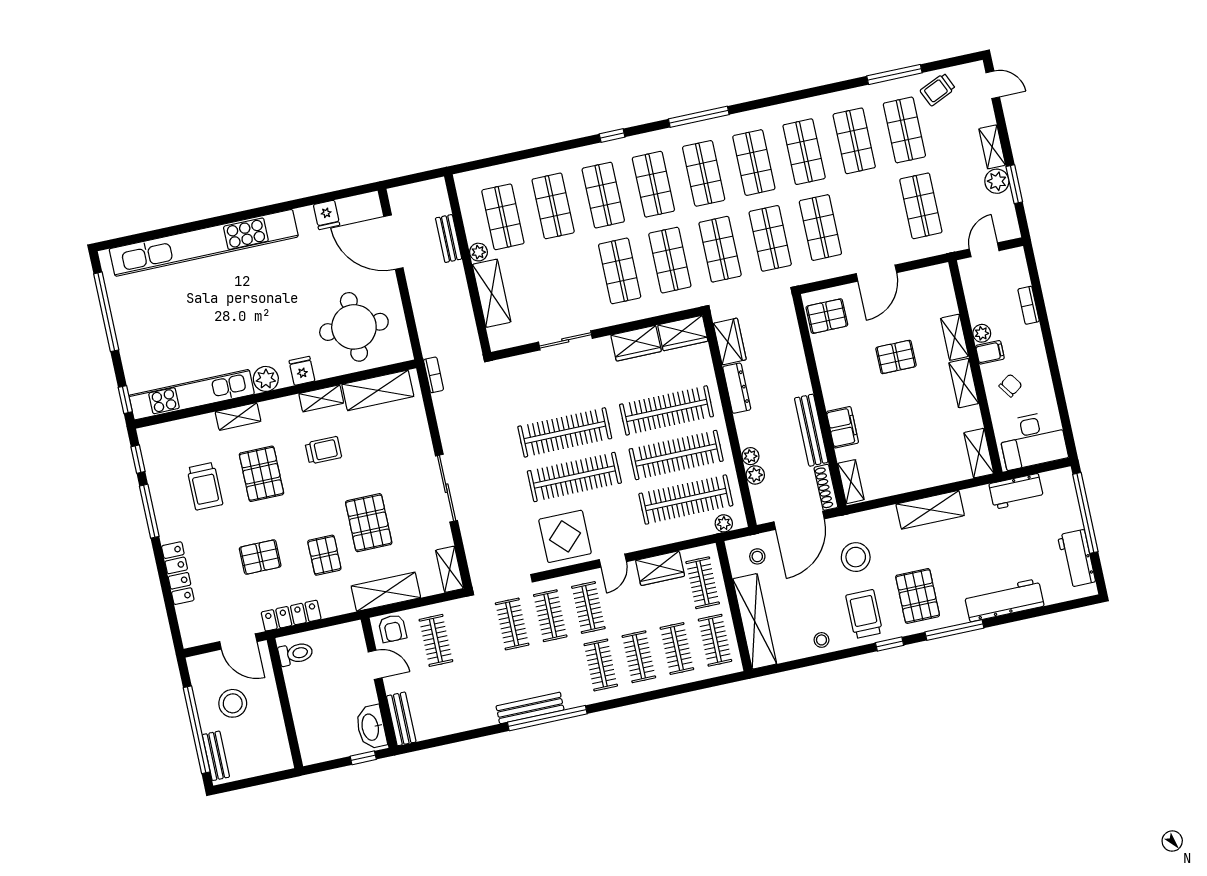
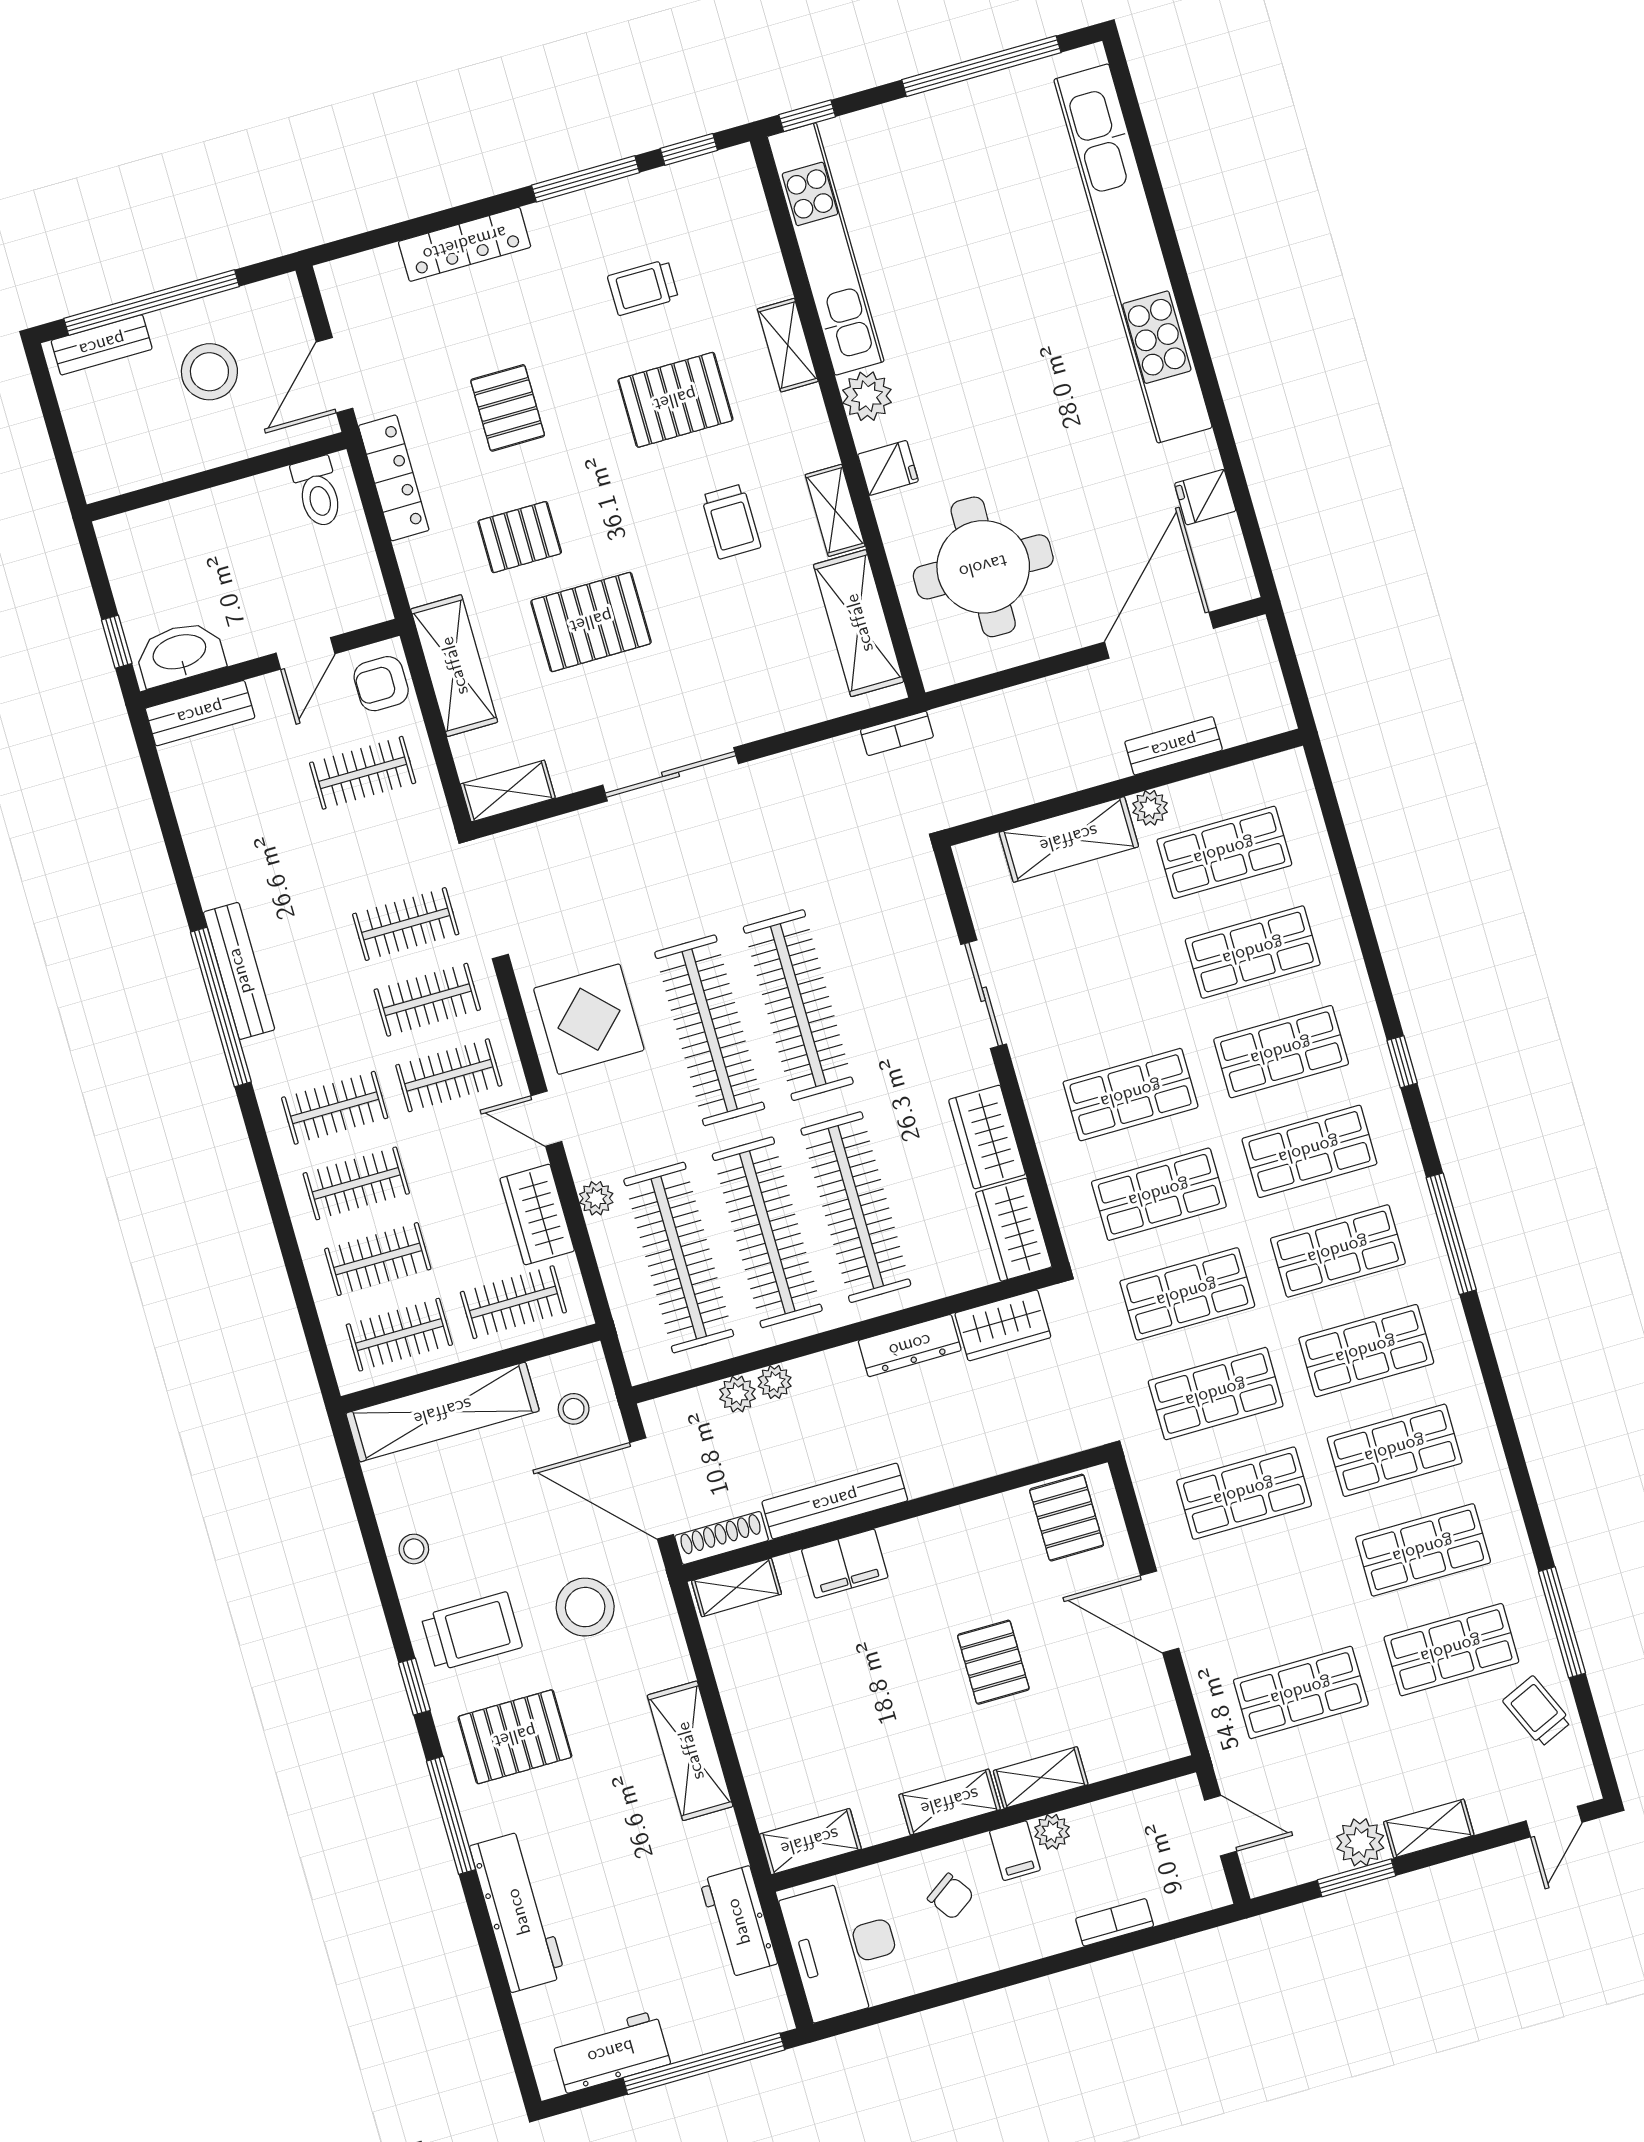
trolley: (205, 486) -> (643, 287), width x0.73, depth x0.72
plant: (724, 523) -> (596, 1198), moved

